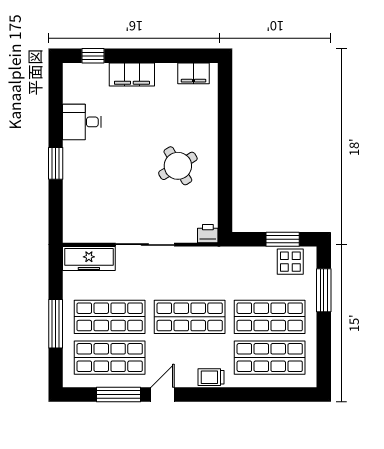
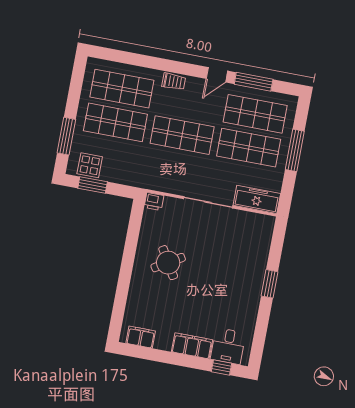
desk: (82, 122) -> (228, 346), moved, turned 90

